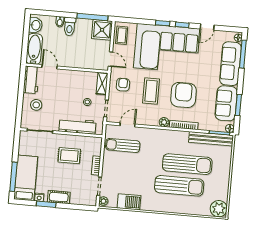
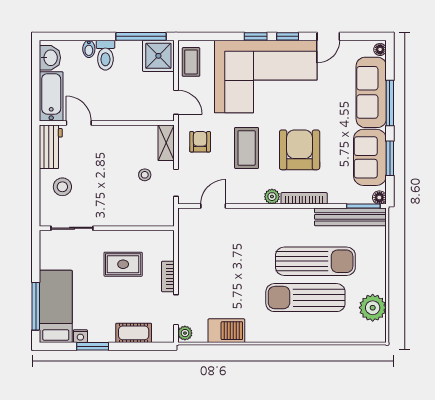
window: (243, 54) -> (390, 103), moved
workbench: (77, 126) -> (132, 215), removed
sun lounger: (123, 145) -> (208, 240), removed
sun lounger: (179, 186) -> (305, 298), turned 180
cot: (59, 197) -> (134, 333), moved
plant: (219, 209) -> (373, 308), moved

